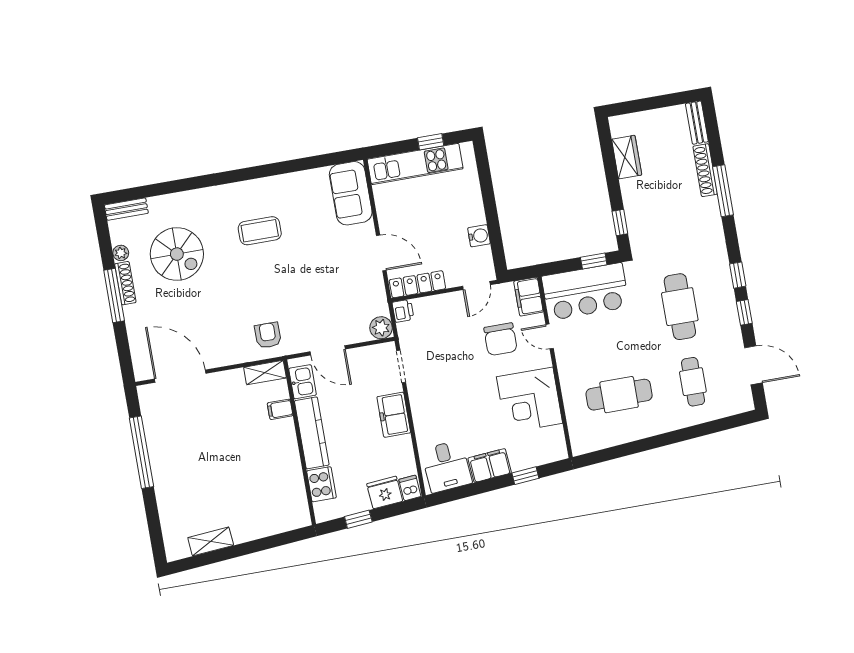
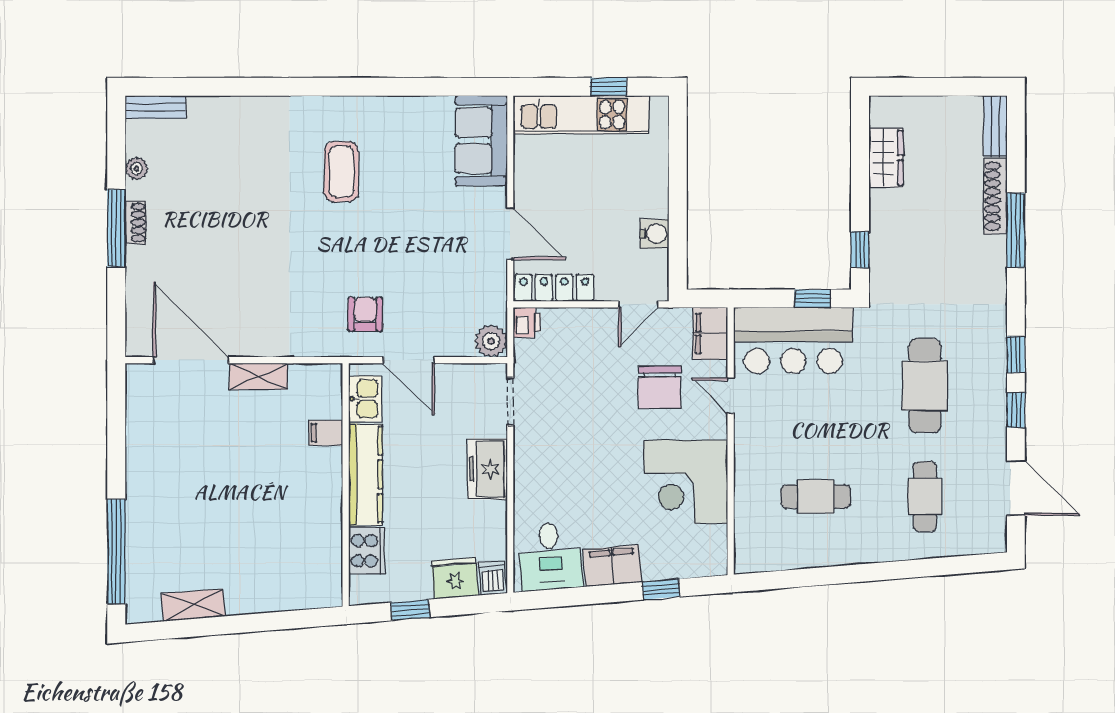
coffee table: (260, 231) -> (341, 172), turned 90
spiral stairs: (177, 254) -> (217, 184), removed
shoe rack: (125, 283) -> (136, 222), width x0.70
armchair: (268, 335) -> (365, 314), moved
shelving: (265, 373) -> (259, 376), moved
cafe table: (619, 395) -> (816, 497), width x0.73, depth x0.74
window: (141, 452) -> (116, 552), moved

